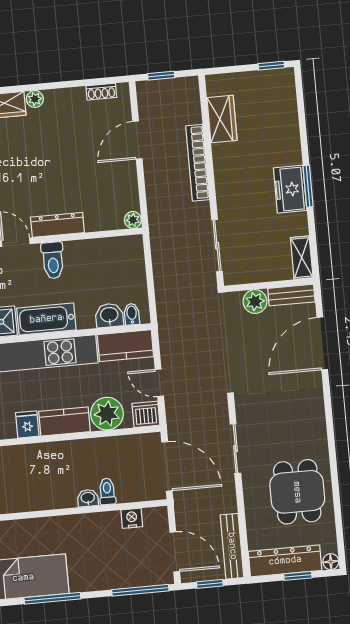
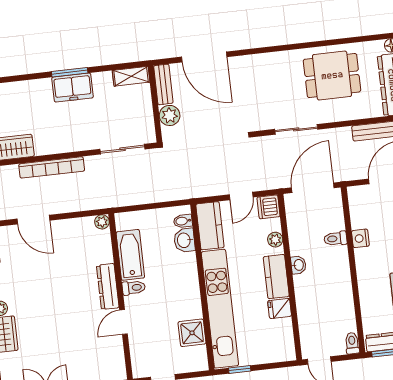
toilet: (53, 260) -> (134, 288), width x0.73, depth x0.72
bathtub: (46, 319) -> (130, 255), moved, turned 180
plant: (107, 414) -> (275, 240), width x0.53, depth x0.53
washbasin: (88, 498) -> (298, 265), moved, turned 180
nightstand: (132, 518) -> (360, 238), moved

